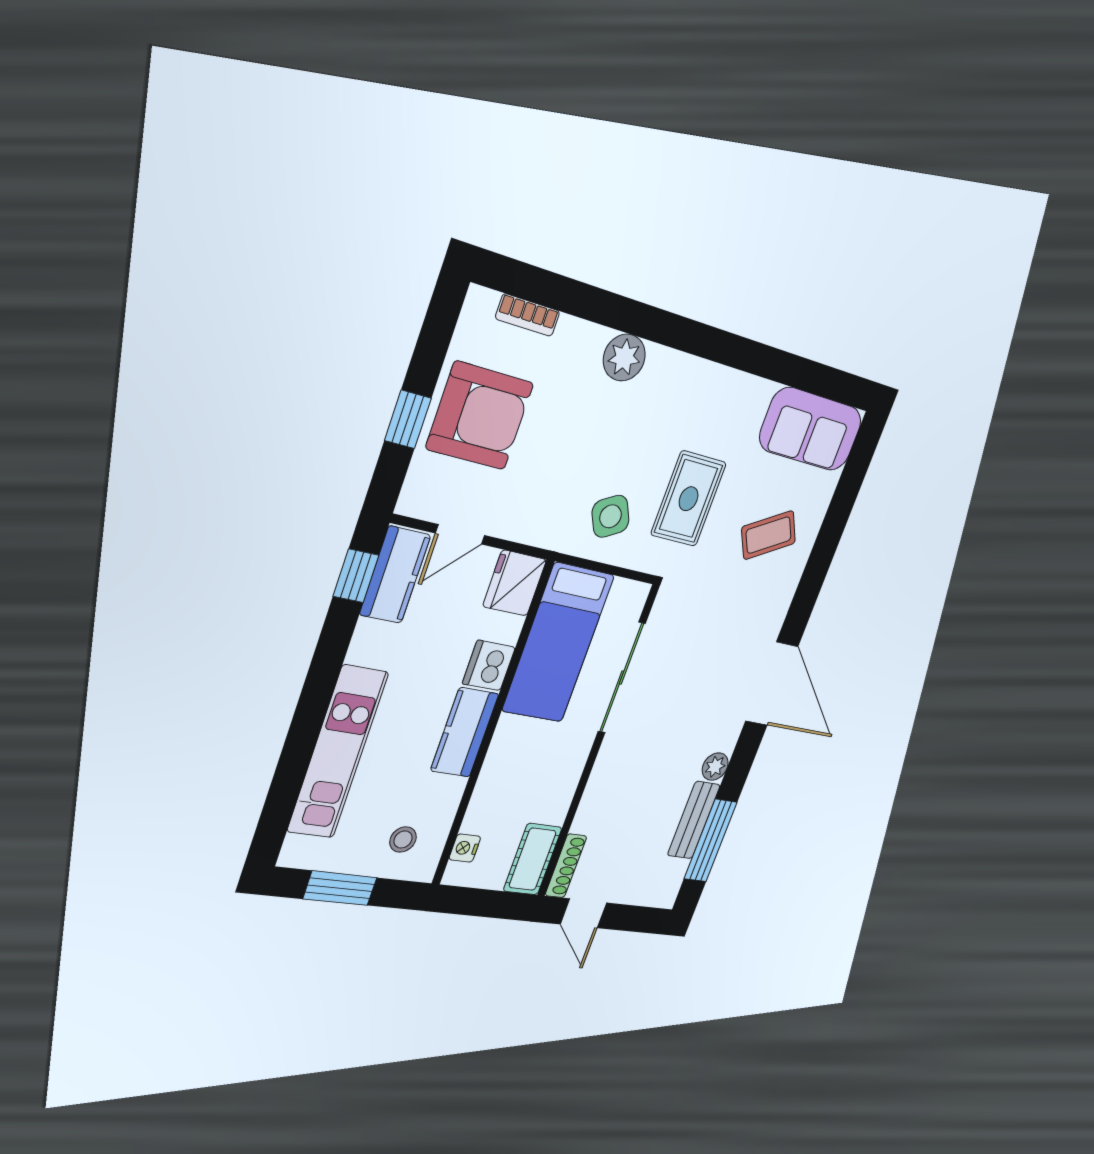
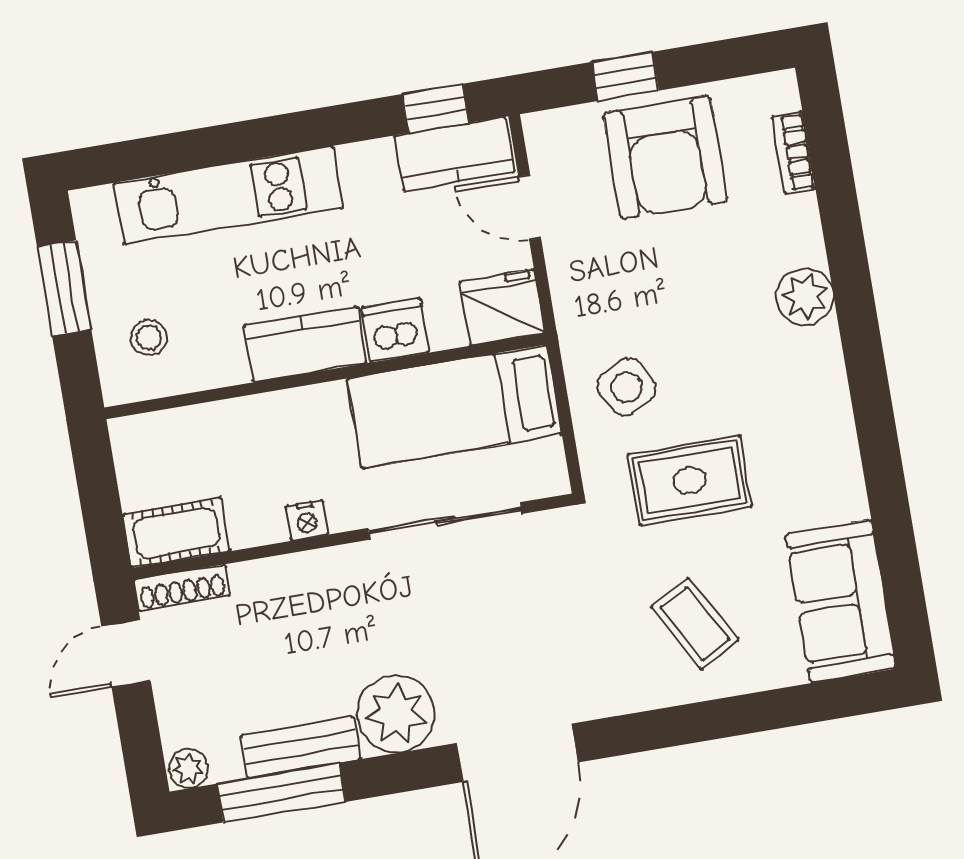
plant: (715, 767) -> (396, 714), width x1.87, depth x1.87
nightstand: (465, 848) -> (307, 520), moved, turned 180
plant: (666, 894) -> (188, 768), added

